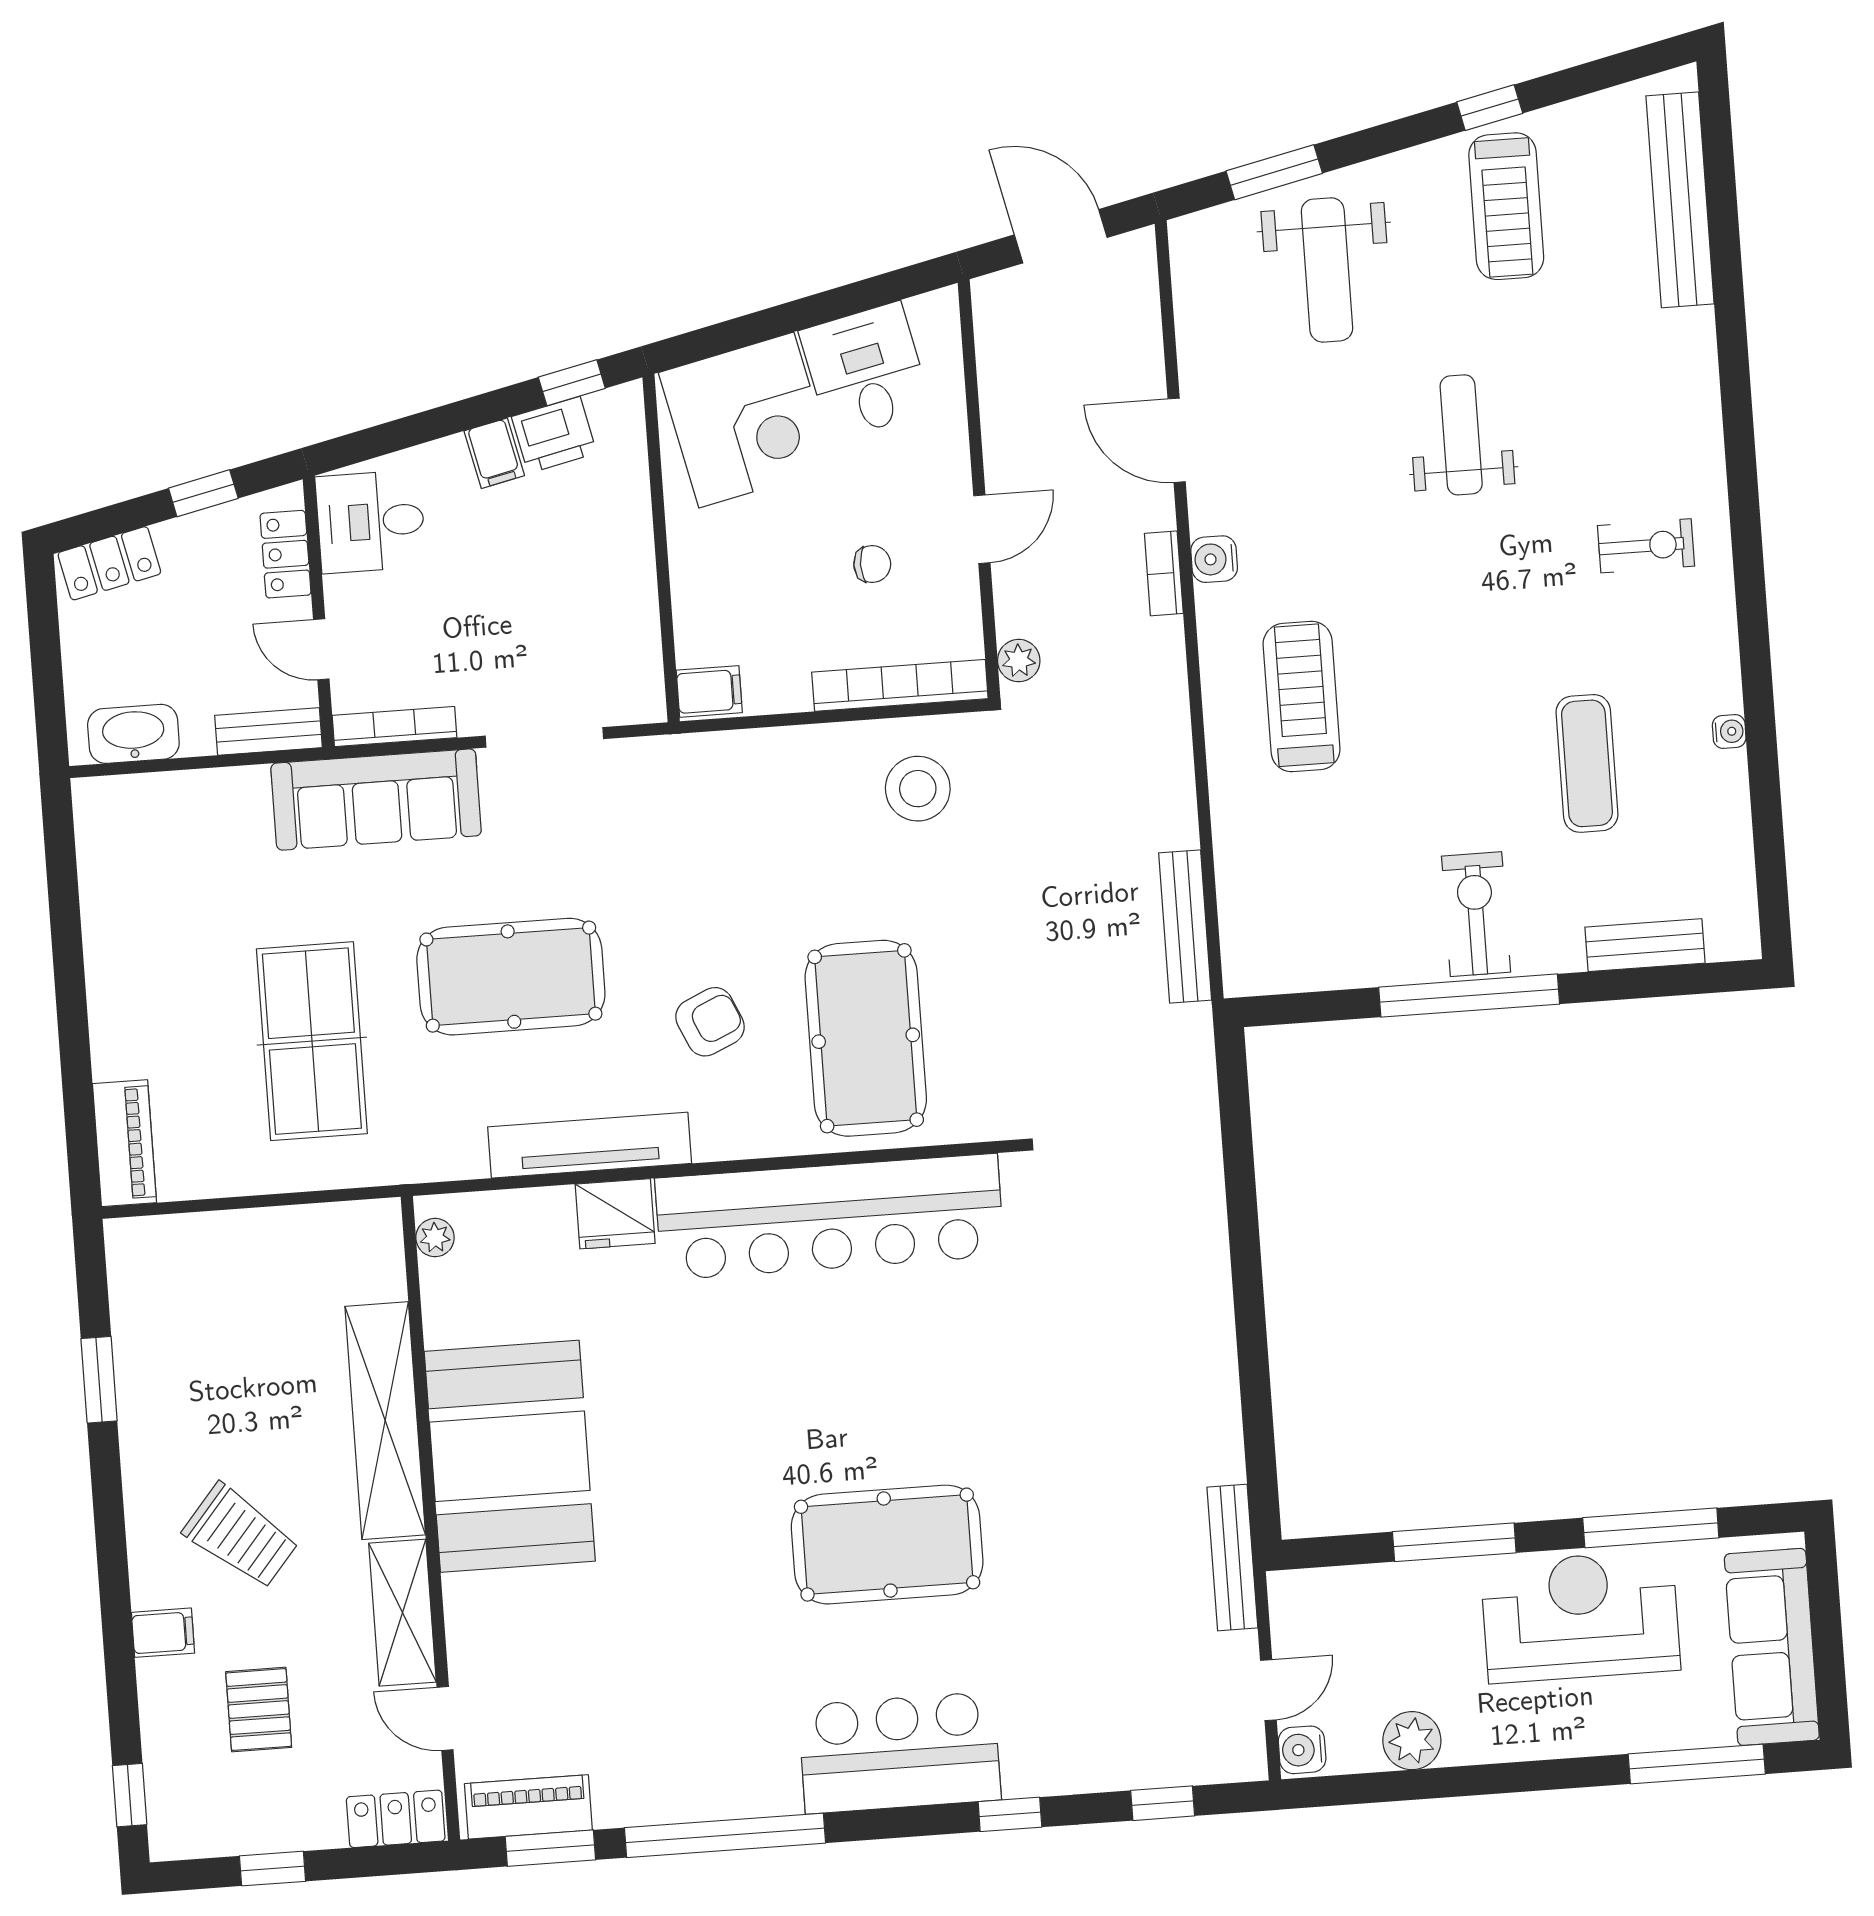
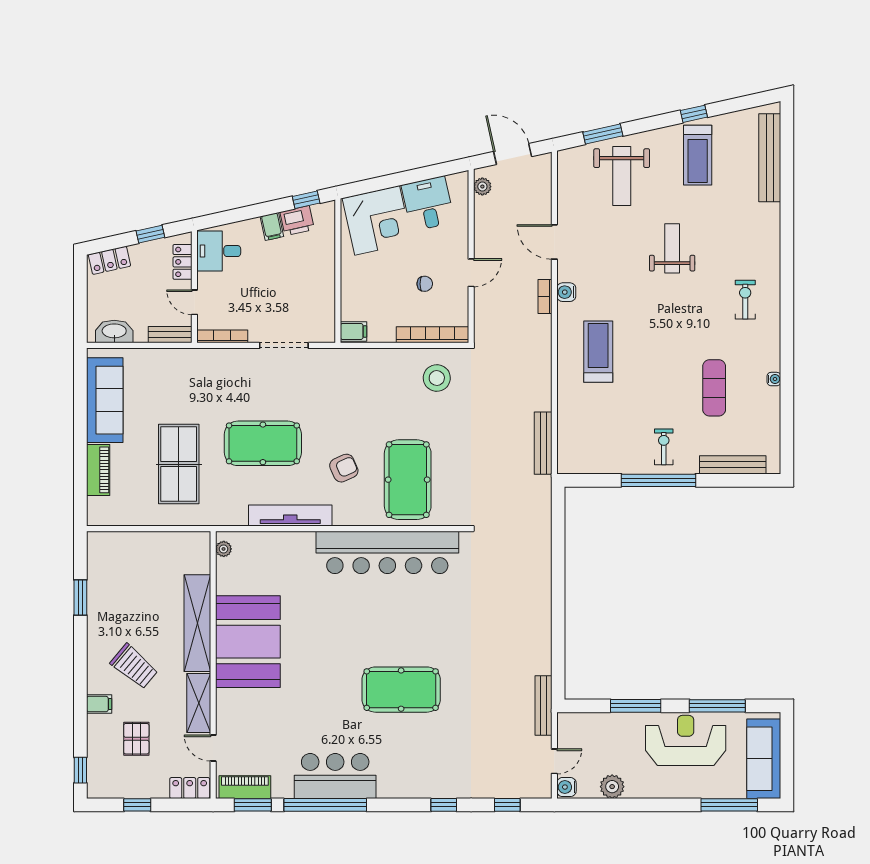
exercise bike: (1646, 546) -> (745, 300), turned -90
plant: (1019, 661) -> (482, 187), moved
sofa: (376, 800) -> (105, 400), moved, turned -90
exercise bike: (1476, 914) -> (664, 447), width x0.73, depth x0.72
bench: (1645, 945) -> (733, 465), width x1.36
piano: (125, 1143) -> (98, 470), moved
fridge: (615, 1214) -> (299, 545), removed
bar counter: (899, 1753) -> (335, 776), moved

